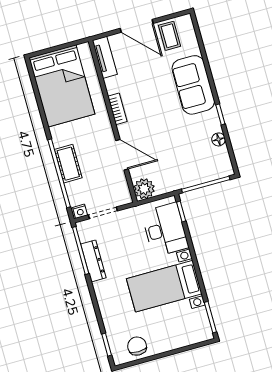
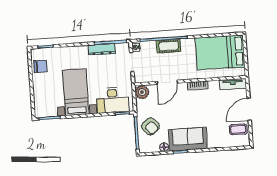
sofa: (193, 85) -> (188, 139), moved
armchair: (192, 166) -> (150, 126), added

